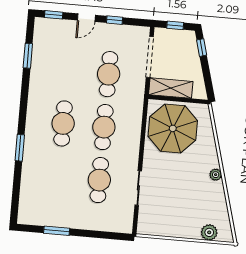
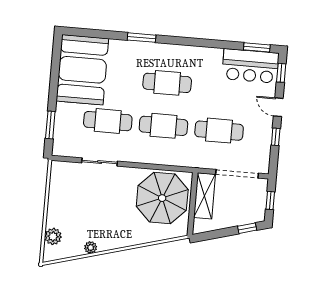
bar counter: (47, 44) -> (250, 66), added
window: (28, 56) -> (257, 47), moved
plant: (216, 175) -> (91, 247), moved
booth: (50, 204) -> (82, 70), added
window: (57, 231) -> (50, 125), moved

